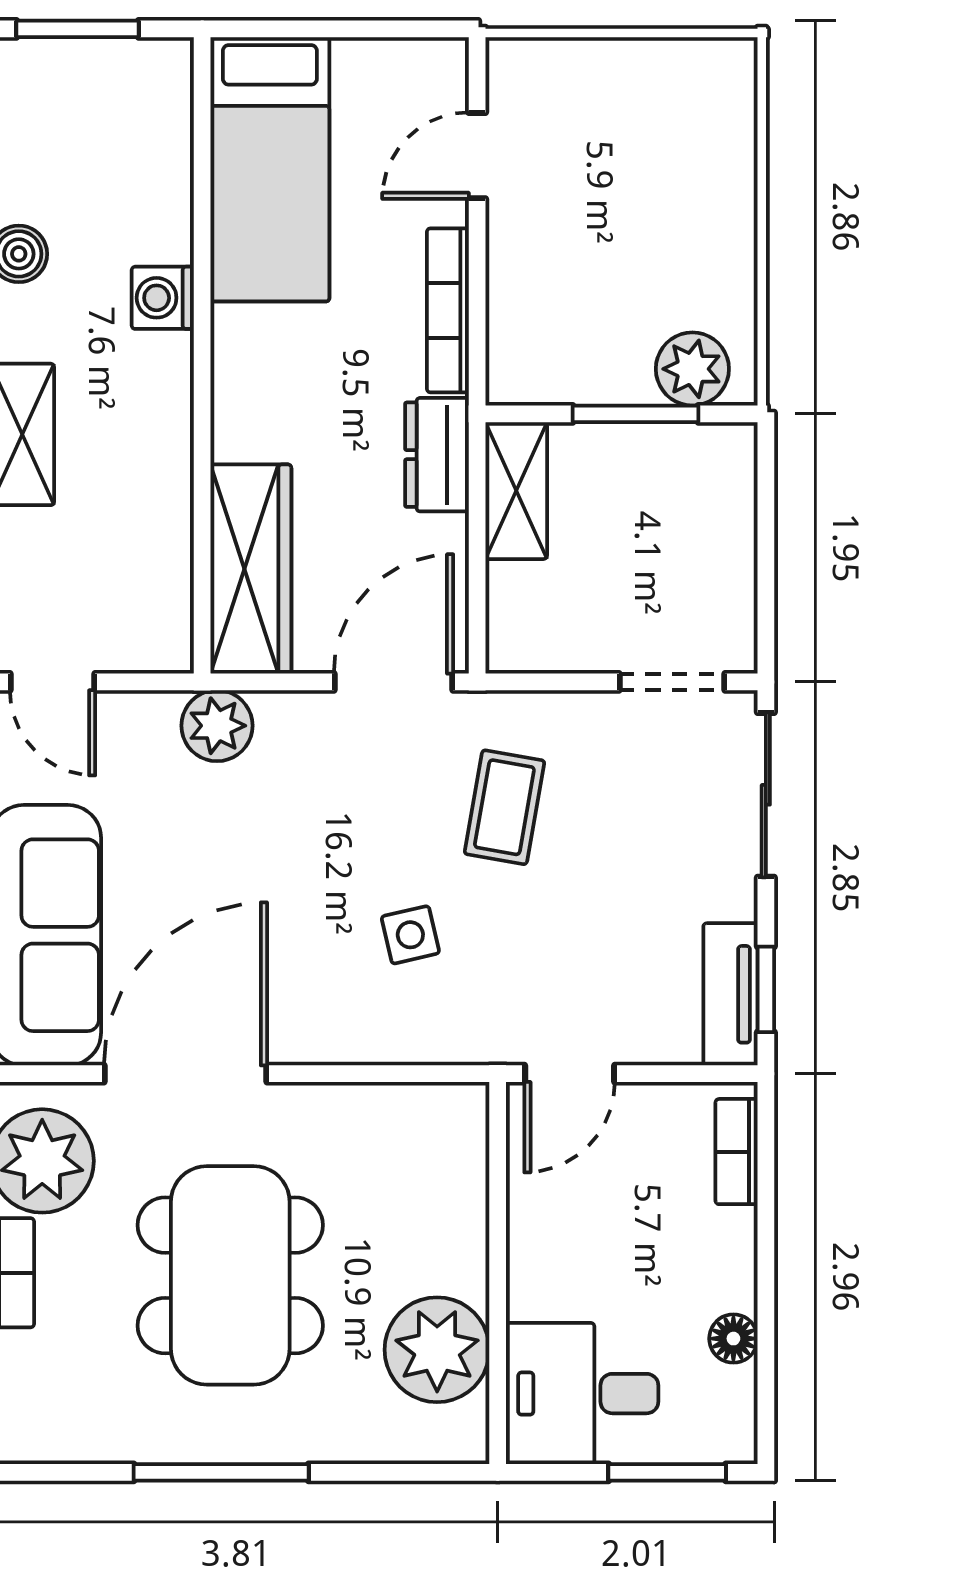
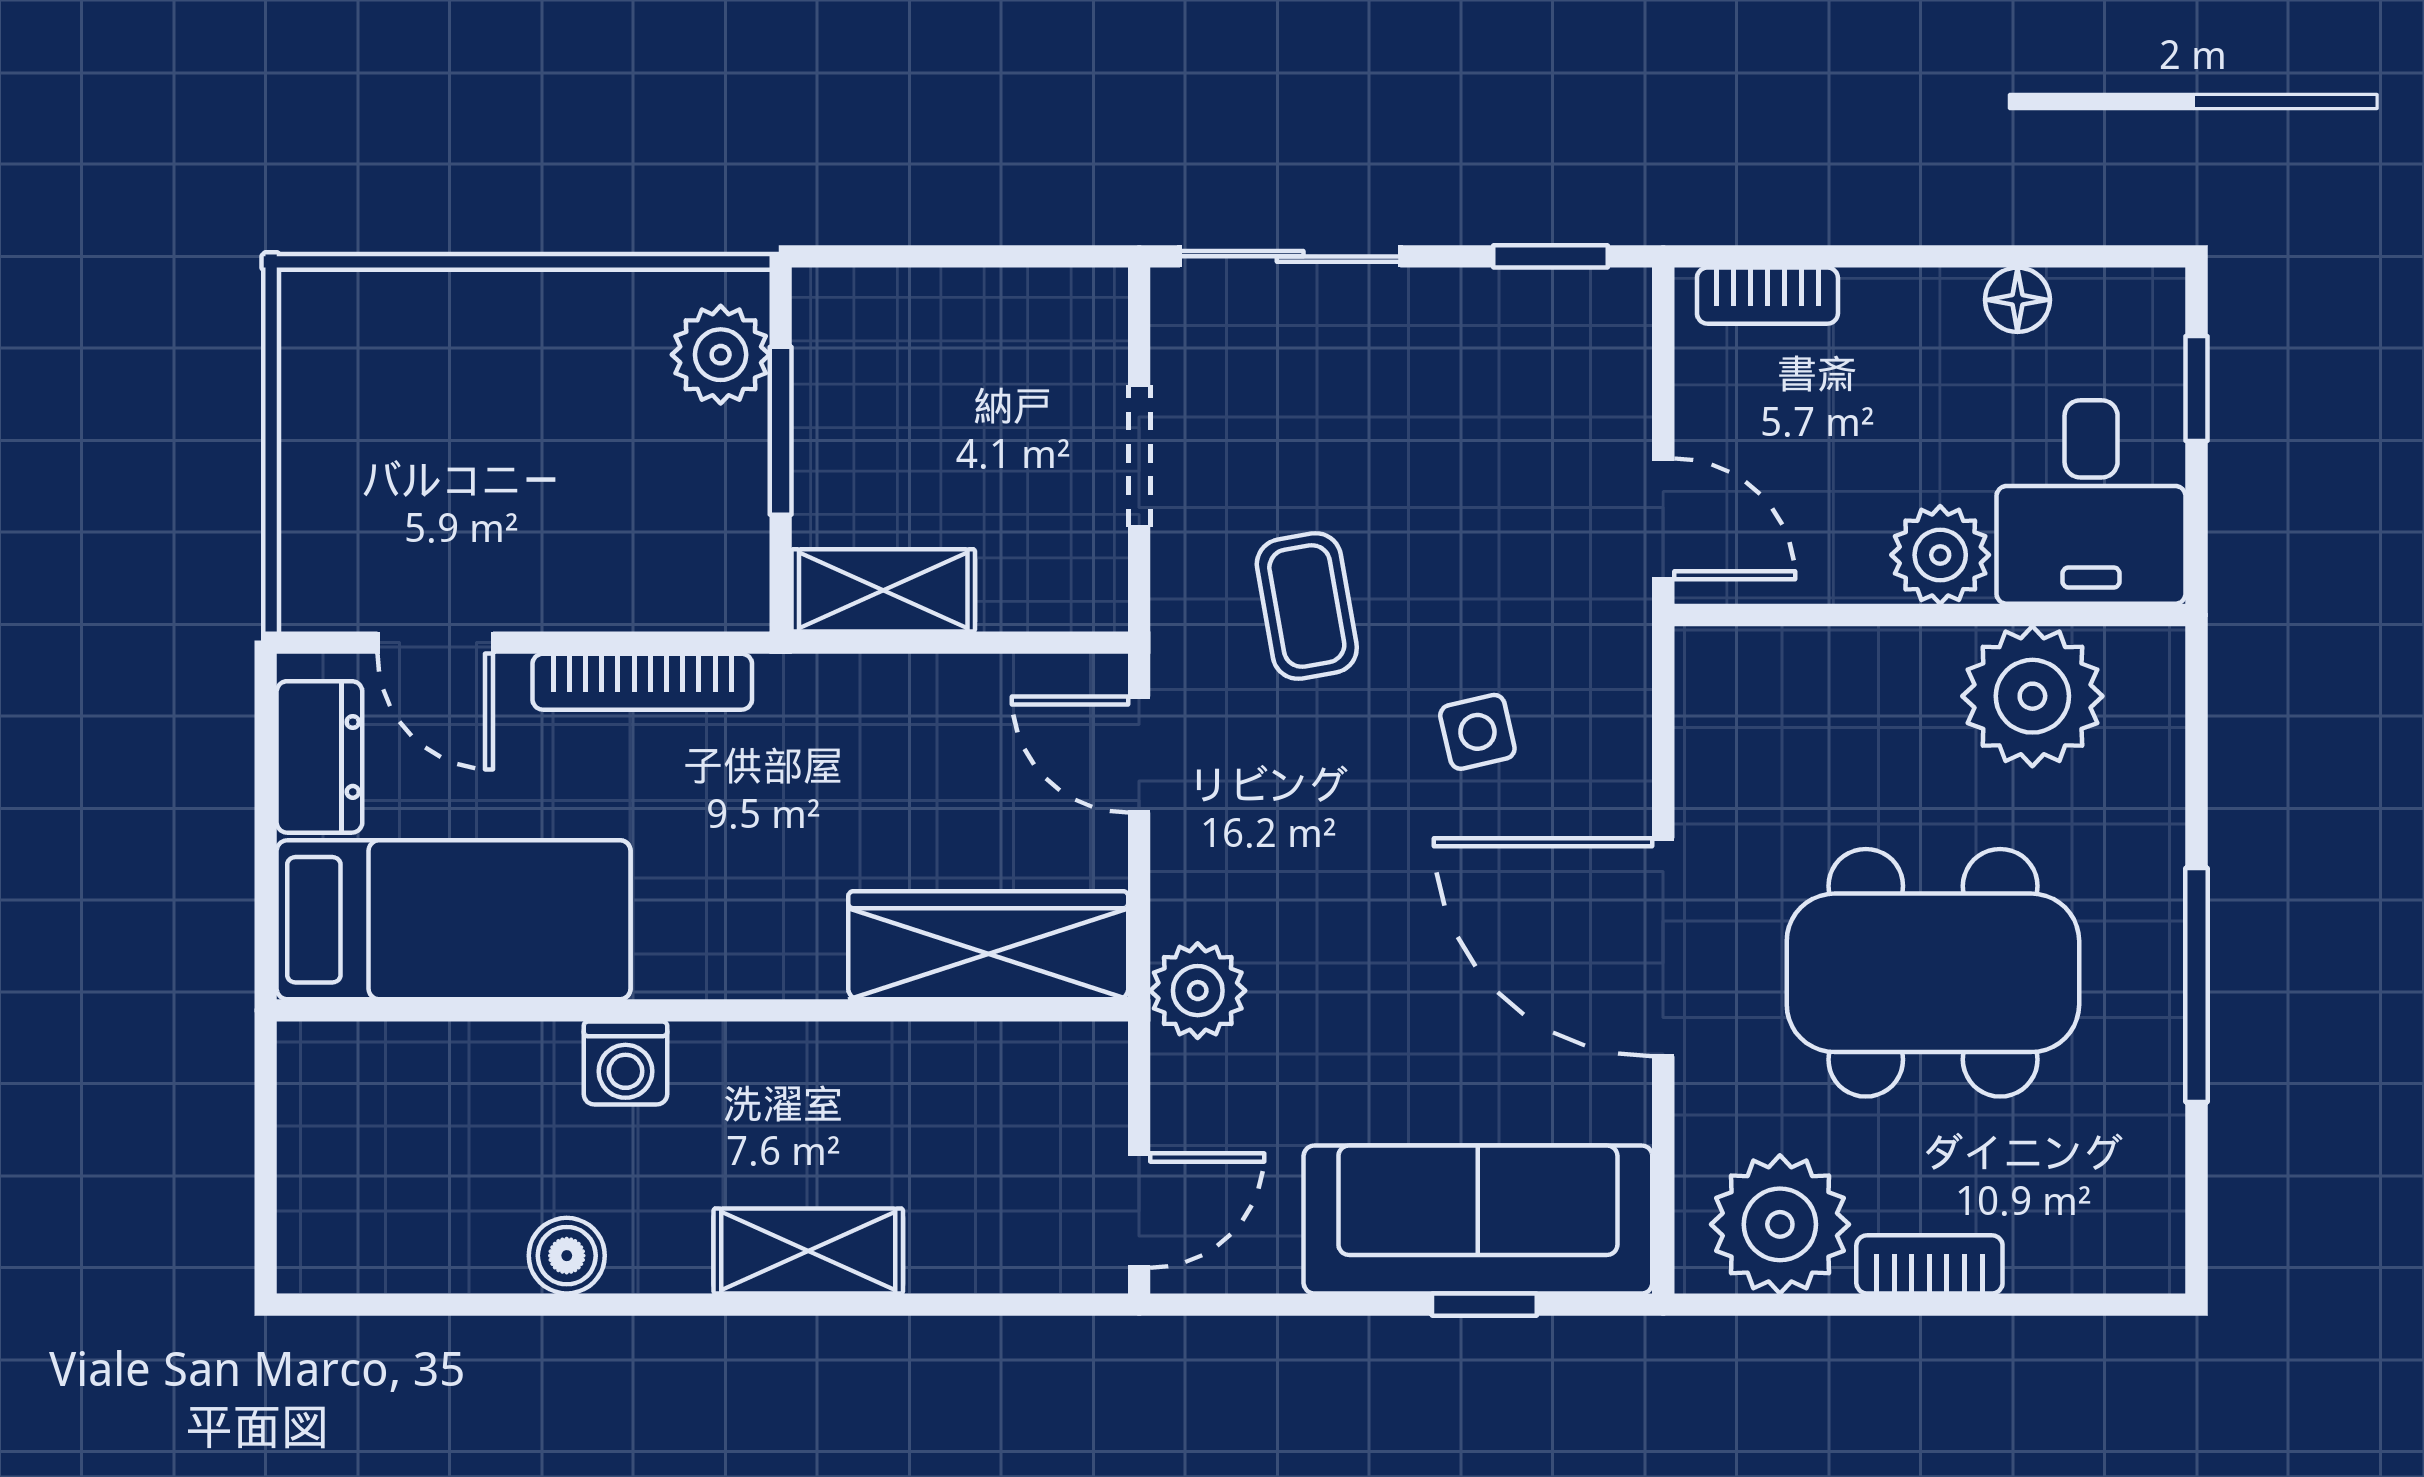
window: (78, 29) -> (266, 1177), removed
dresser: (437, 455) -> (319, 757), moved, turned -90
door: (393, 682) -> (1139, 754), width x0.73
doorway: (672, 682) -> (1139, 456), moved
coffee table: (504, 807) -> (1307, 606), turned 70
tv unit: (730, 994) -> (1557, 304), removed
door: (185, 1074) -> (1663, 947), moved
plant: (543, 1281) -> (1940, 555), added
window: (667, 1472) -> (2197, 389), width x0.67

